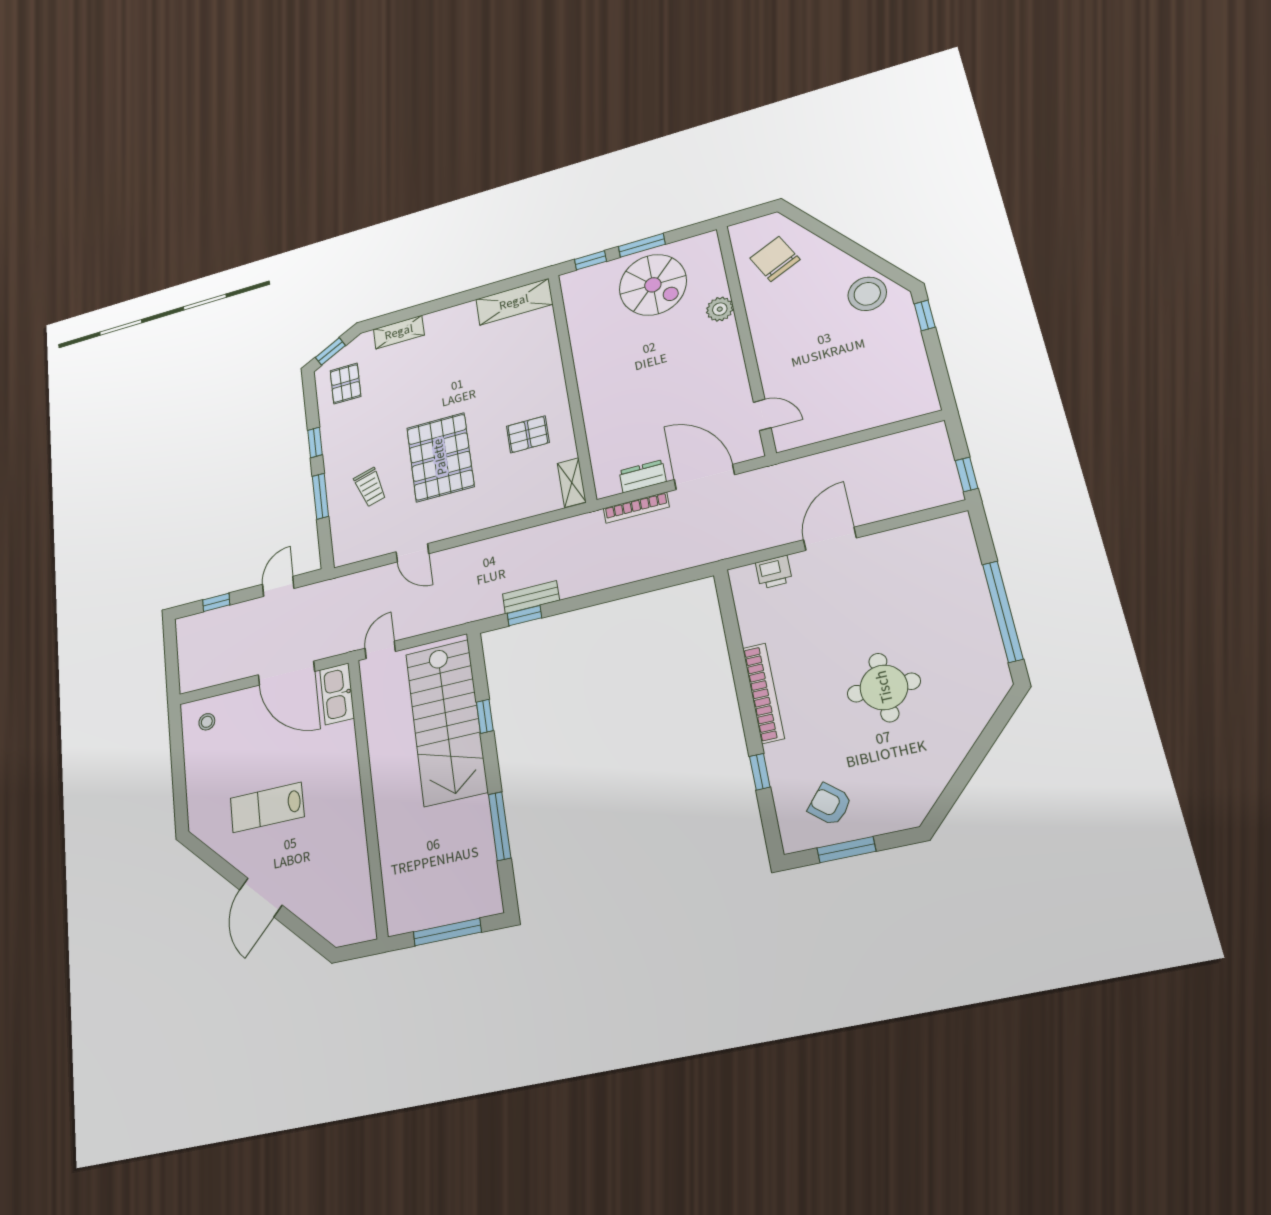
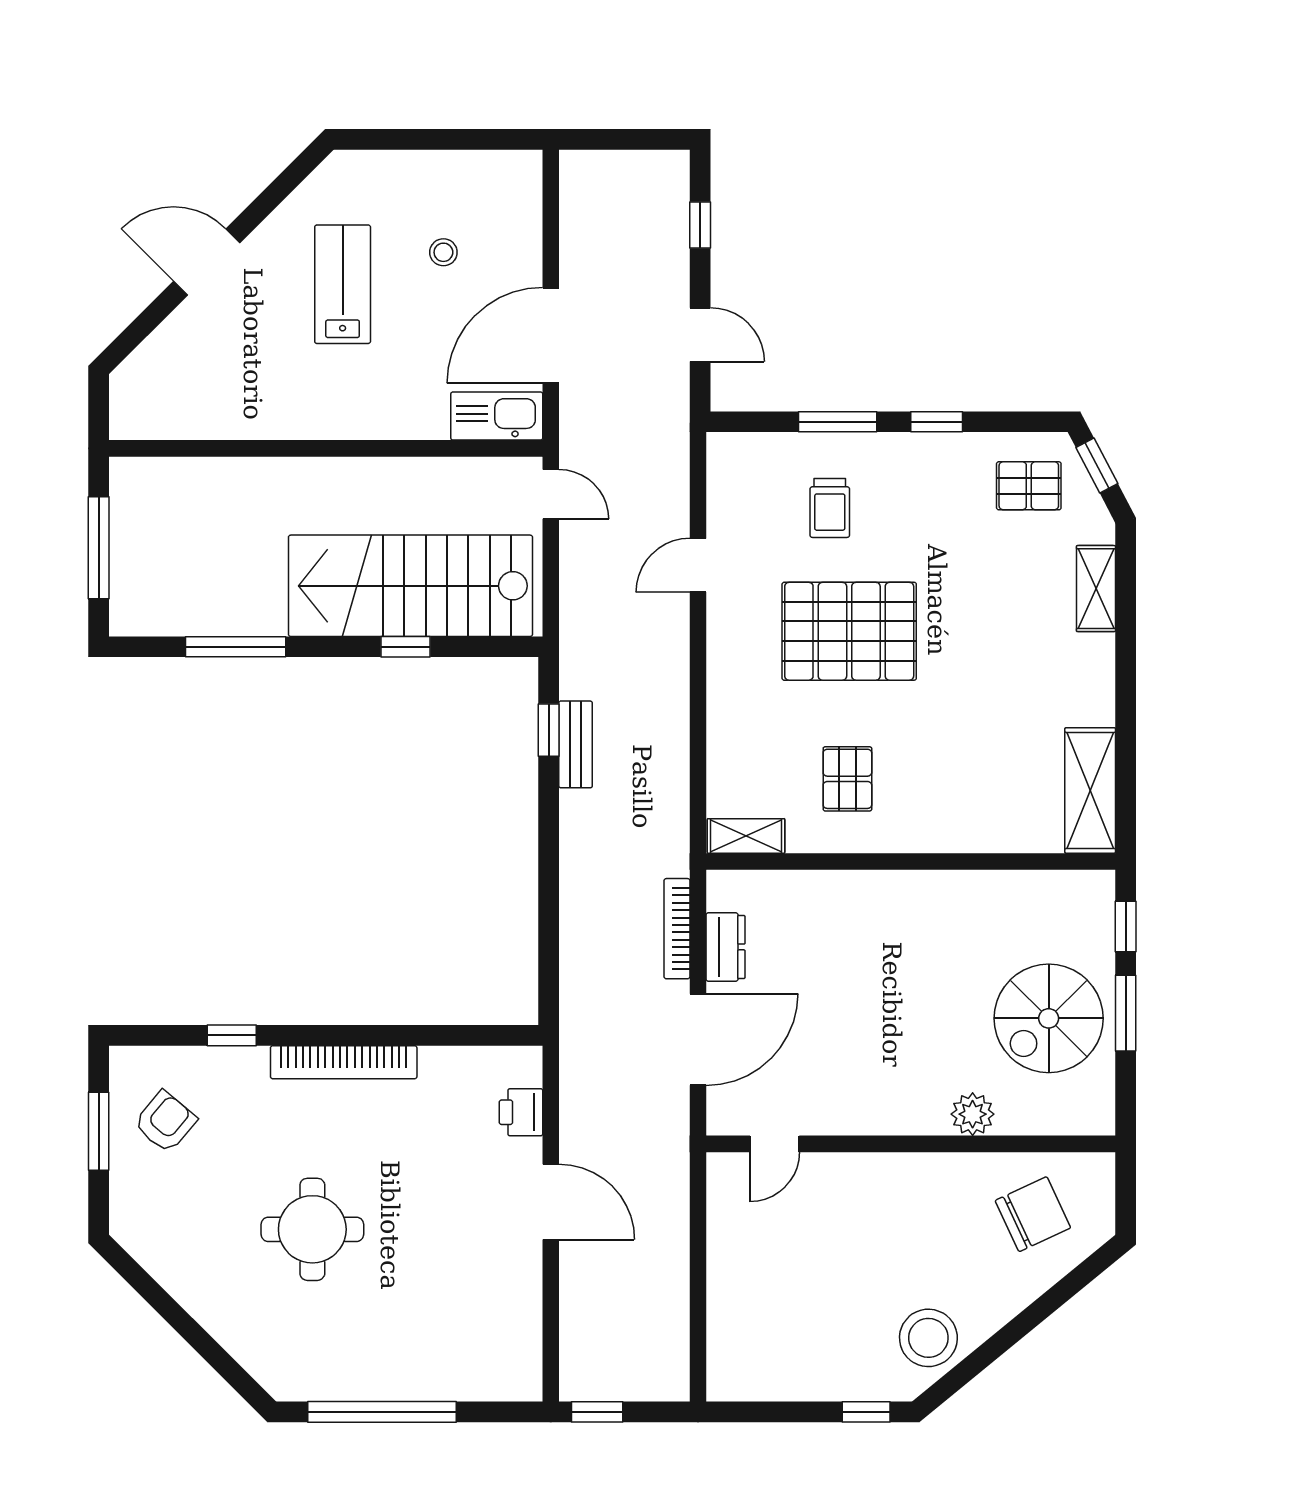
trolley: (370, 487) -> (830, 508), turned -74
stool: (207, 722) -> (443, 252), moved

